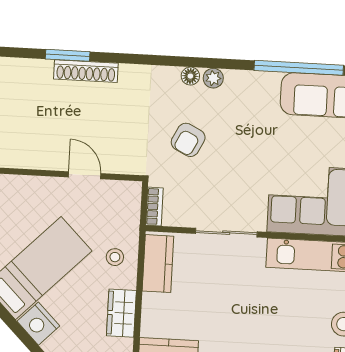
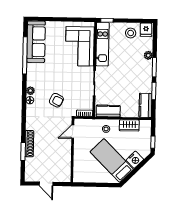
door: (85, 175) -> (73, 132), moved

